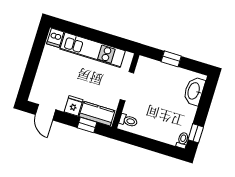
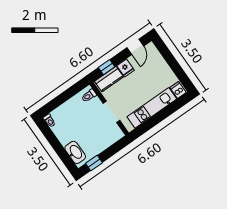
window: (171, 59) -> (94, 163), moved
door: (46, 112) -> (135, 47), swing flipped
window: (196, 133) -> (47, 132), removed

